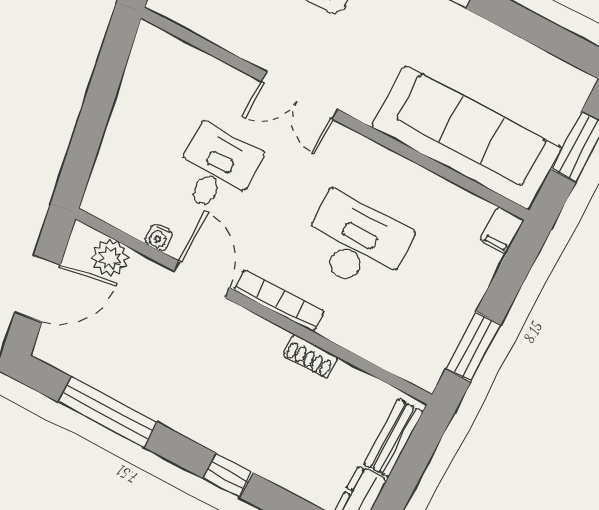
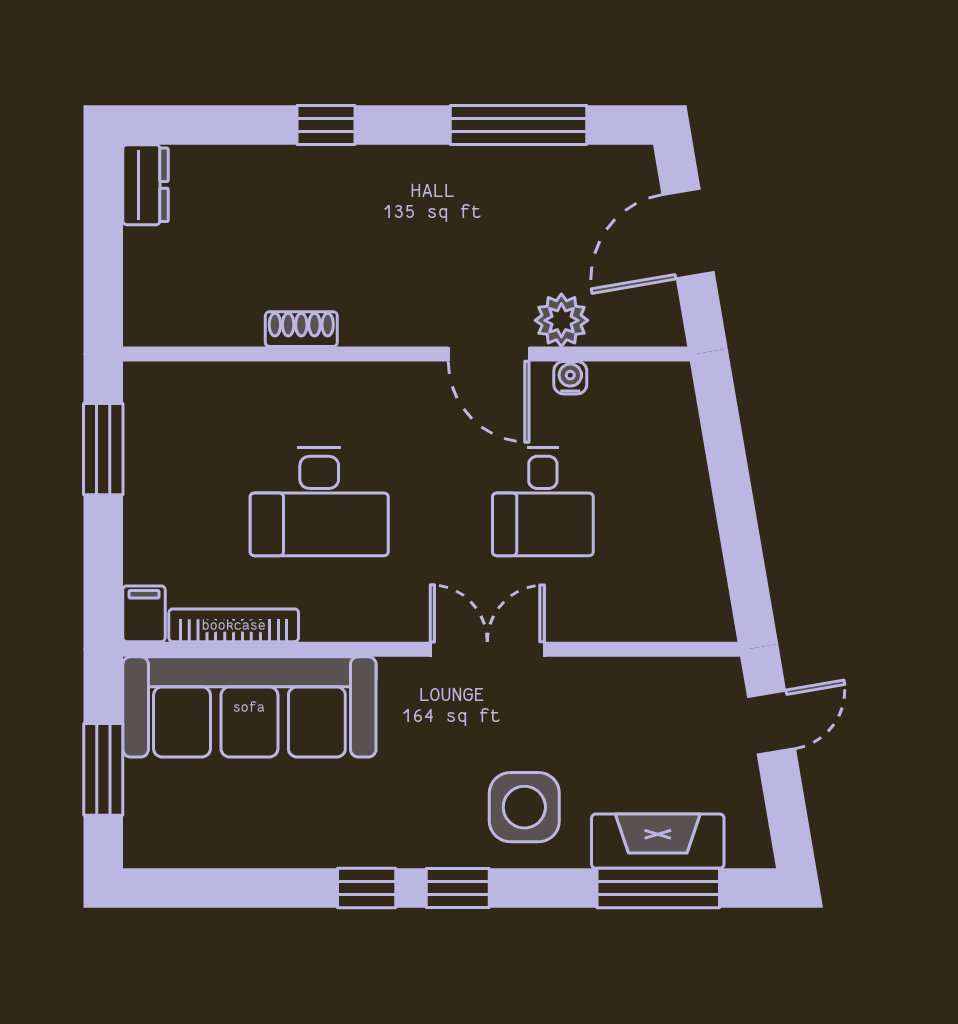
plant: (110, 258) -> (561, 320), moved
bookcase: (279, 301) -> (234, 625), moved, turned 180
bench: (393, 438) -> (143, 282), removed

